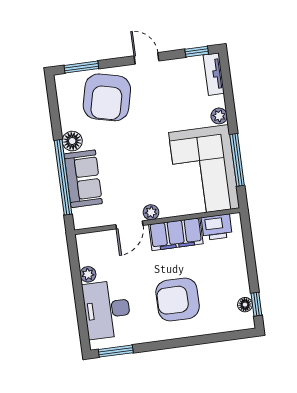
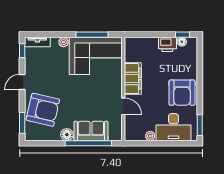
plant: (151, 212) -> (117, 92), removed
printer: (217, 227) -> (167, 44), moved, turned 90
armchair: (178, 299) -> (182, 93), moved

